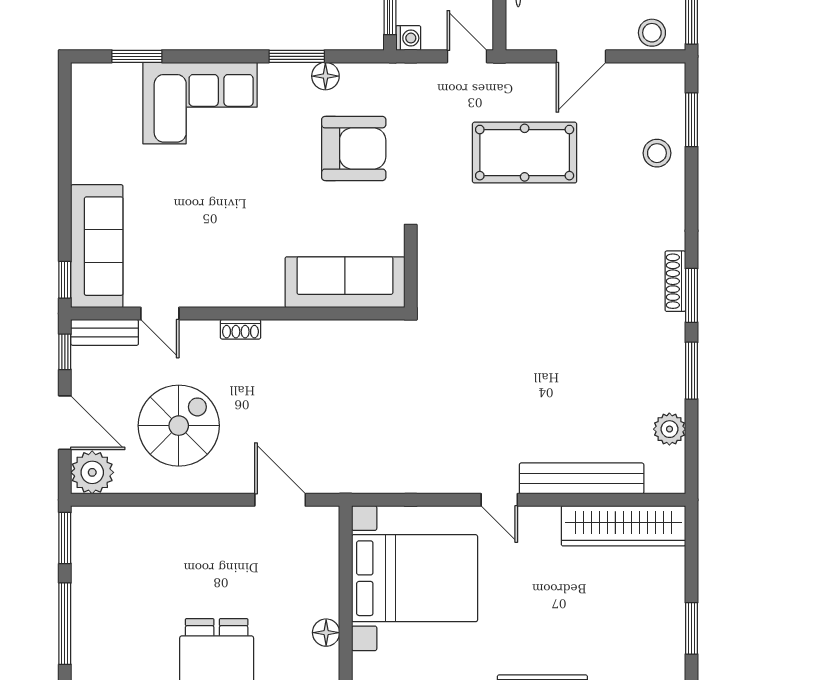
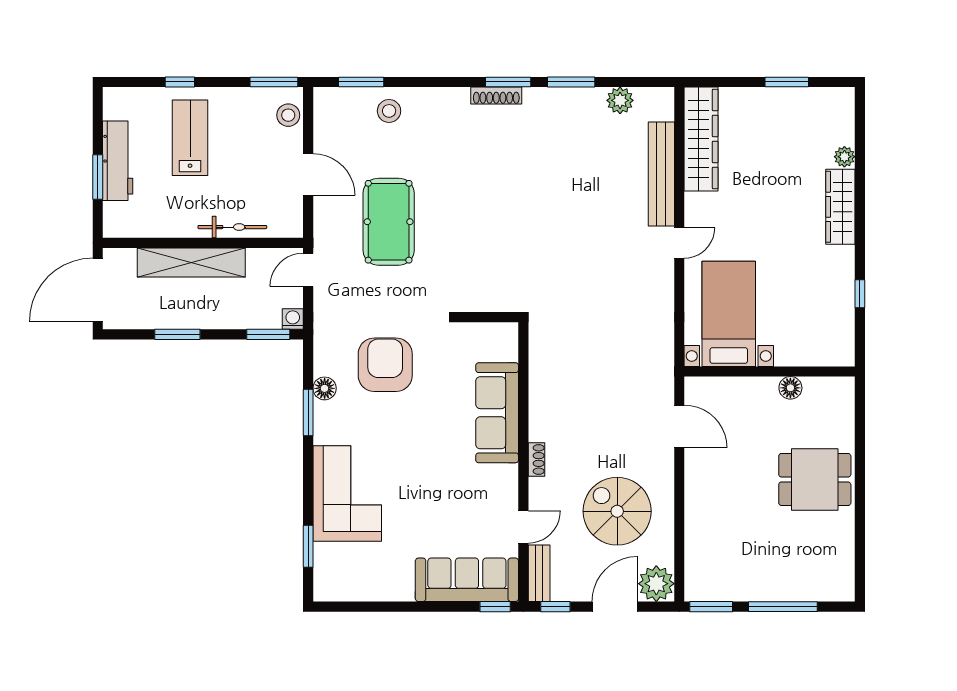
sofa: (345, 282) -> (497, 413), moved
door: (280, 500) -> (679, 426), swing flipped
bed with nightstands: (415, 578) -> (729, 314), width x0.73

